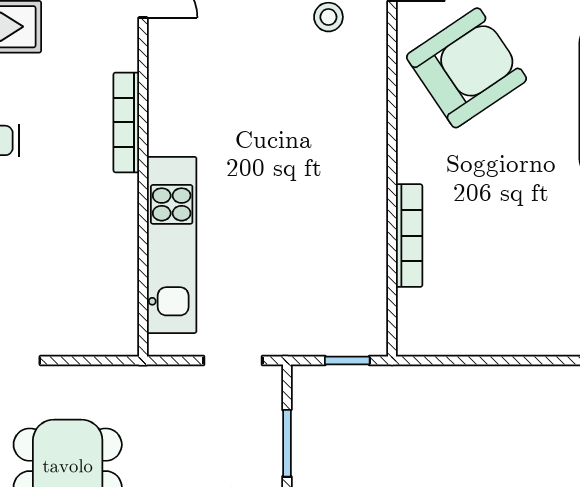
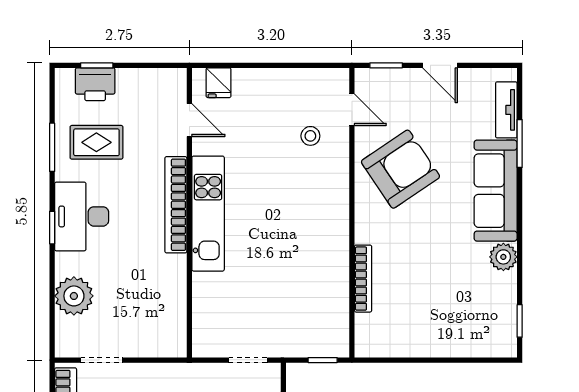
bookcase: (126, 122) -> (176, 205), width x1.48, depth x1.31
kitchen unit: (172, 245) -> (208, 214), moved

